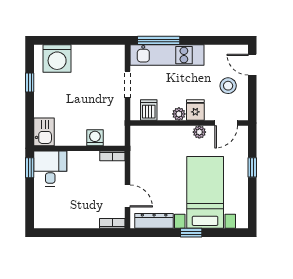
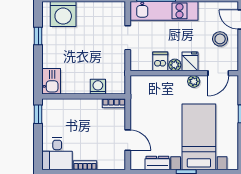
dishwasher: (149, 110) -> (160, 61), moved
desk: (50, 168) -> (57, 154), moved, turned 180
dresser: (154, 221) -> (157, 163), width x0.70
bookcase: (112, 223) -> (85, 165), moved

